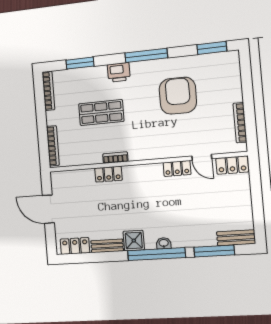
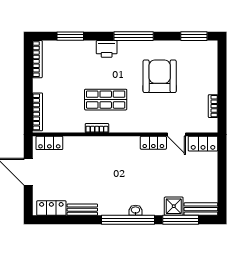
shop shelf: (101, 113) -> (106, 100), moved
bookcase: (240, 123) -> (213, 106), width x0.64
locker: (109, 174) -> (49, 143), moved
shower: (134, 241) -> (174, 206), moved

